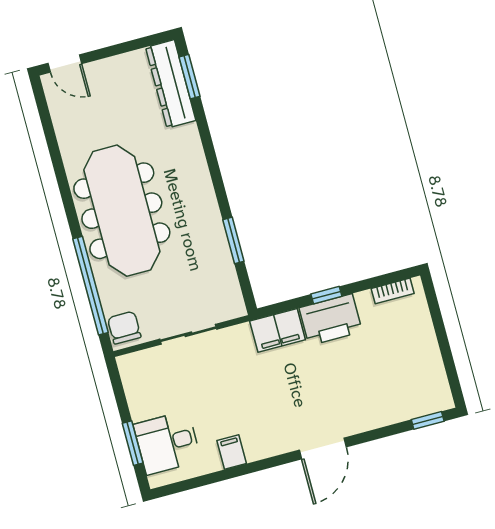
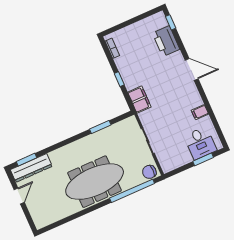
door: (65, 64) -> (19, 196), moved
printer: (331, 320) -> (166, 41), moved, turned 180

